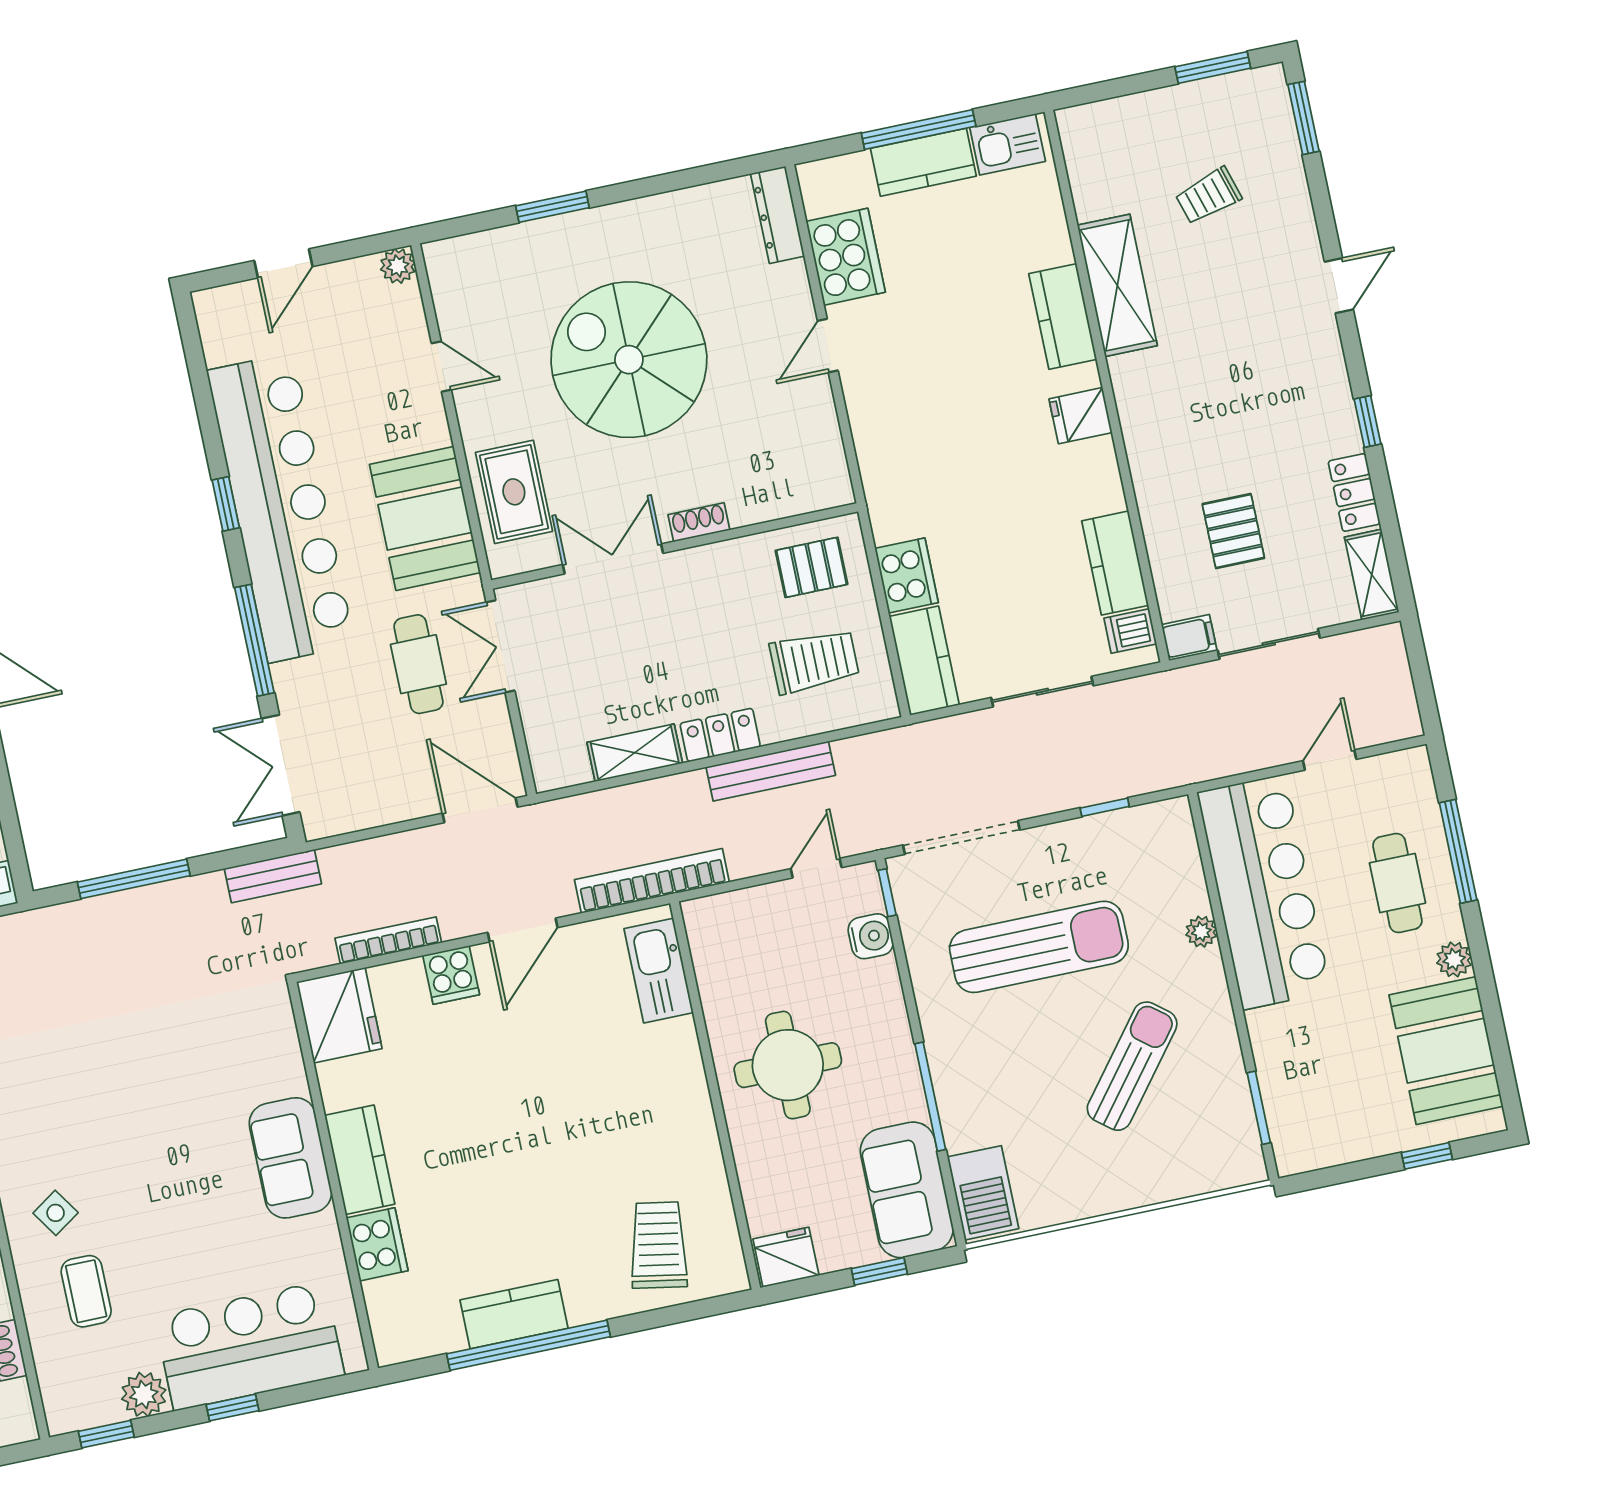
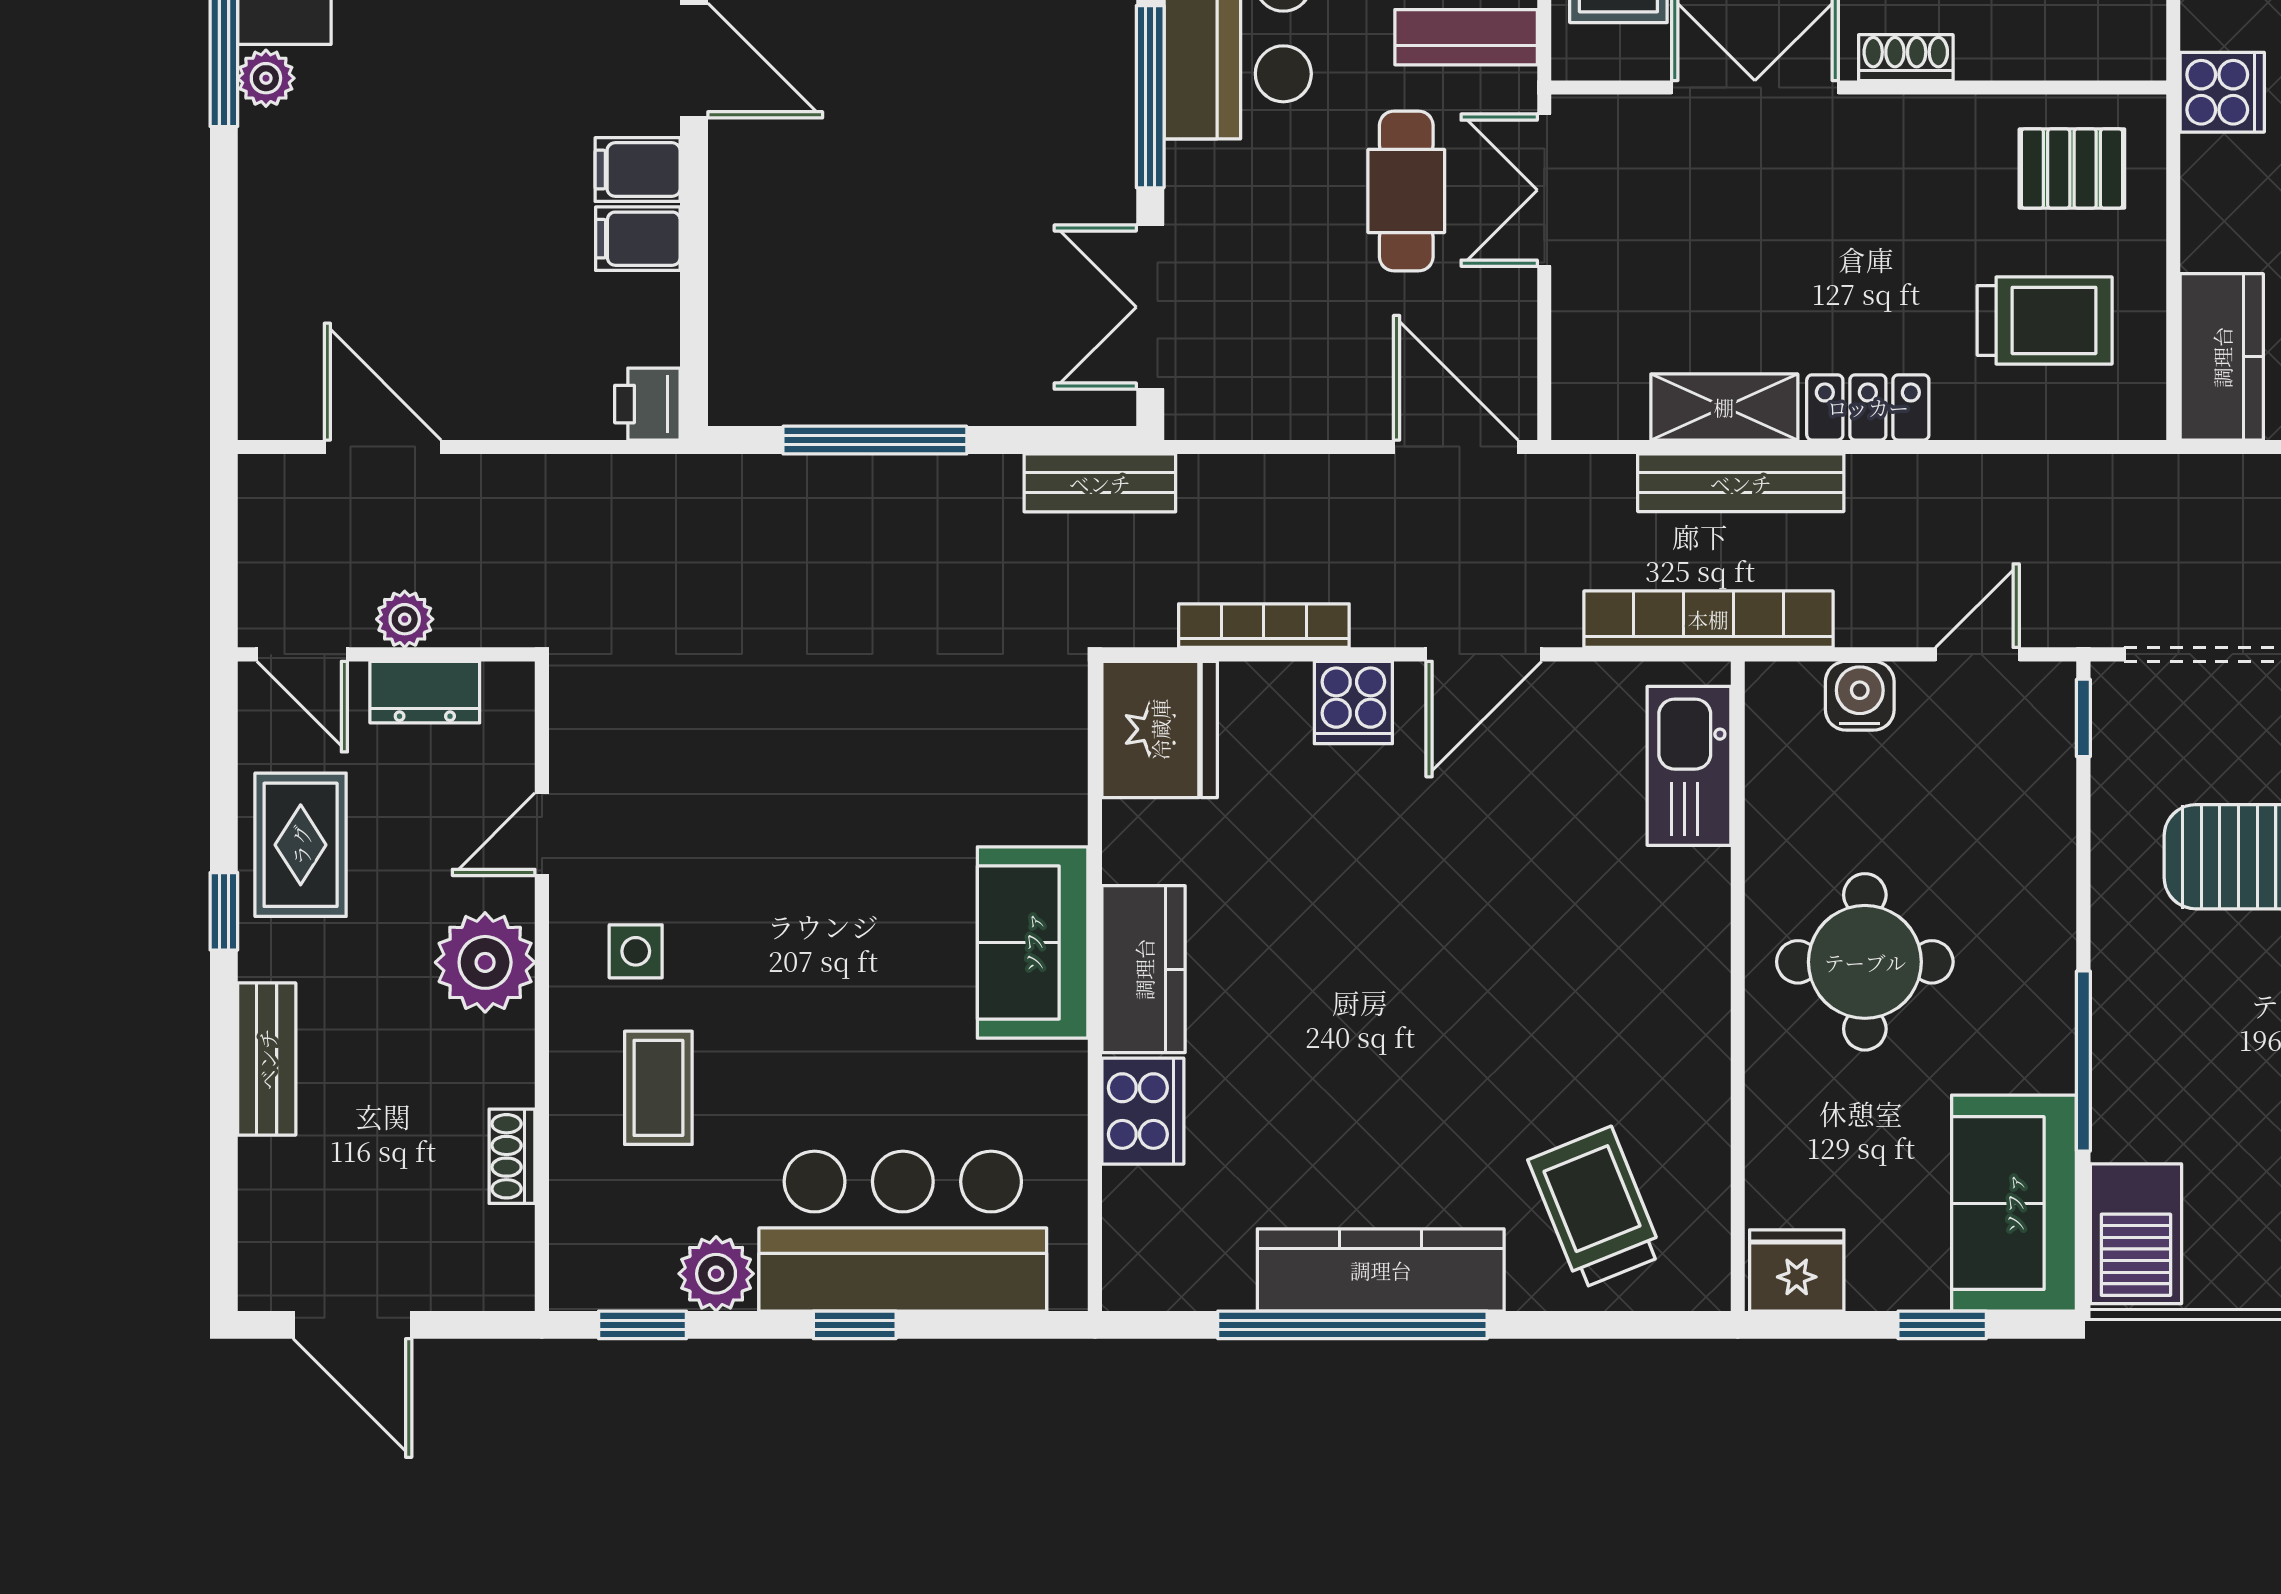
cooker: (907, 575) -> (2222, 92), moved, width x0.73
bench: (771, 771) -> (1741, 483), moved
water cooler: (871, 936) -> (1860, 696), moved, turned -90
side table: (56, 1213) -> (636, 951), turned 34
trolley: (659, 1245) -> (1596, 1208), turned -32
kitchen counter: (514, 1314) -> (1381, 1270), width x1.50

